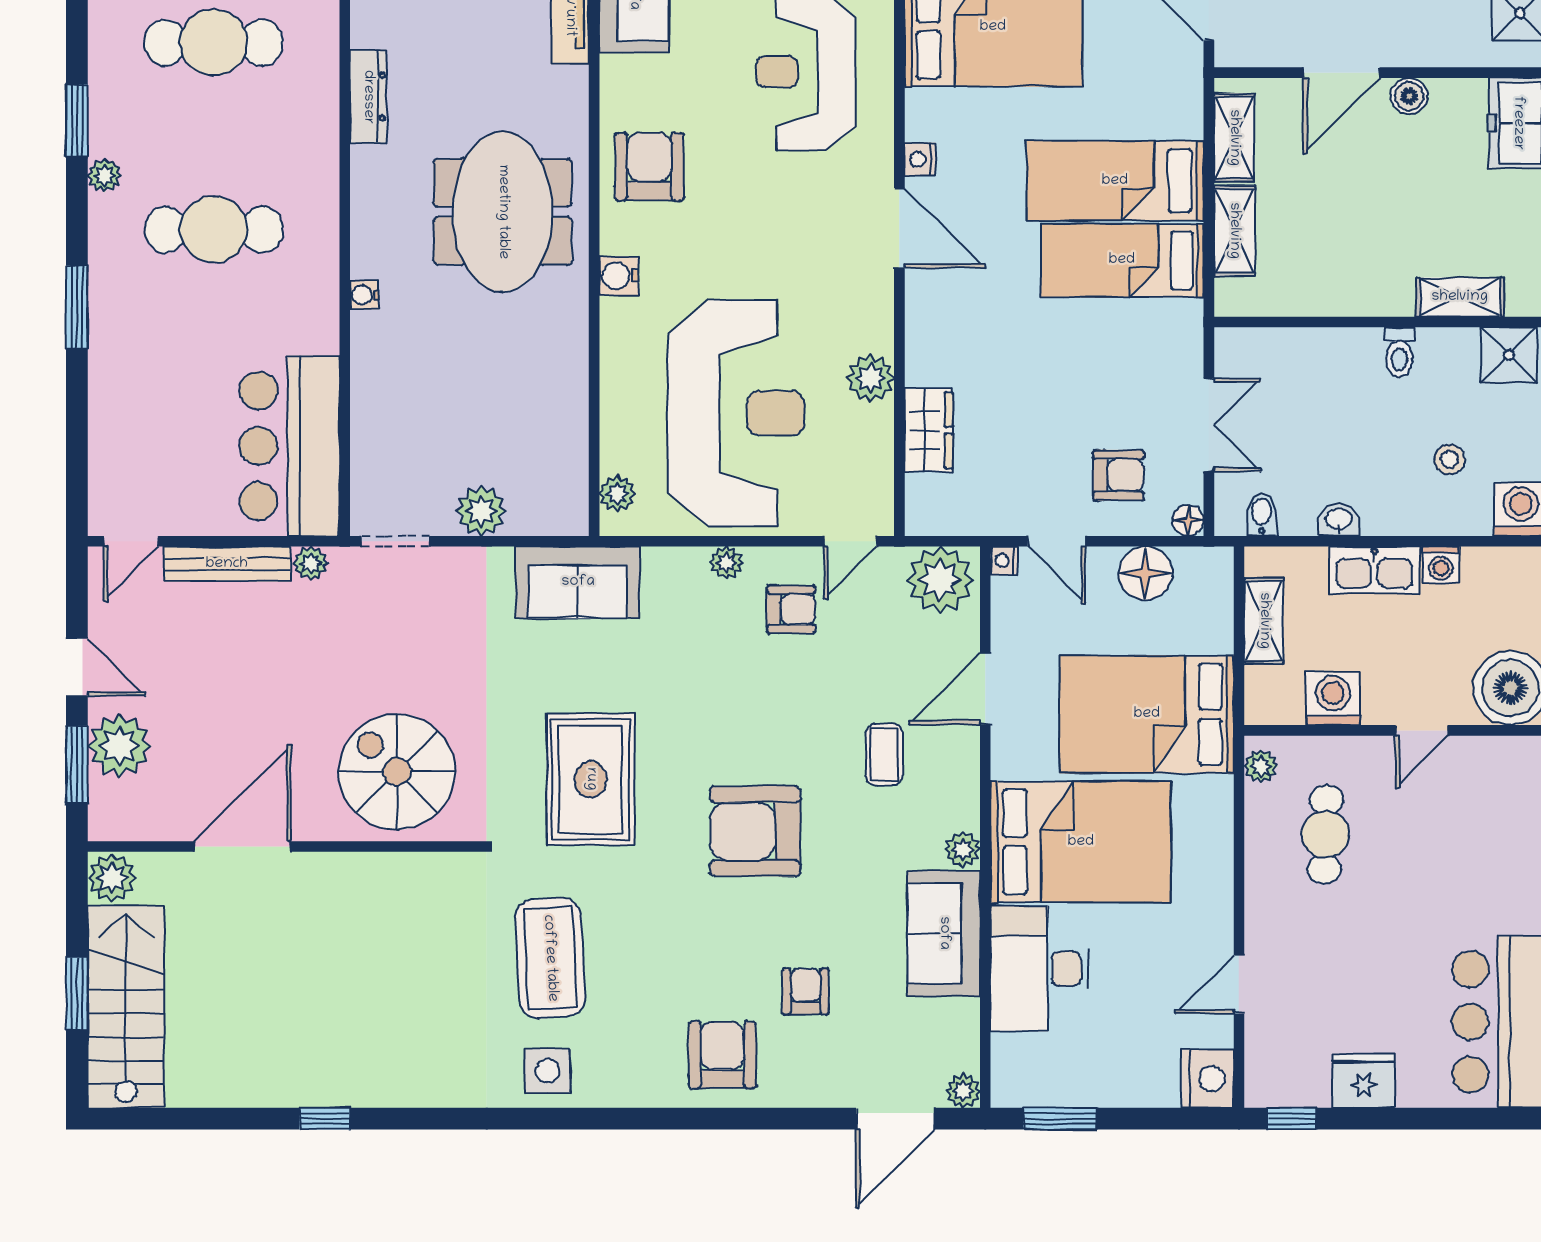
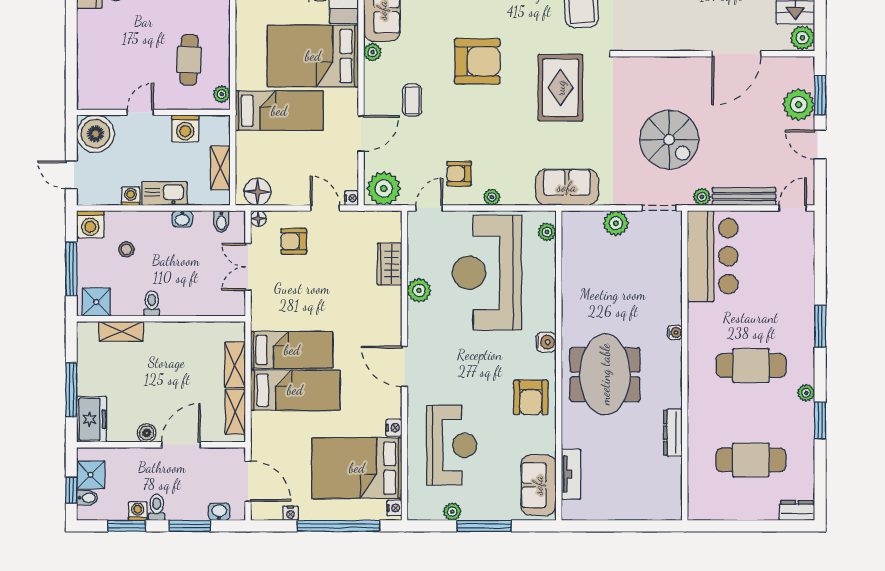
nightstand: (920, 159) -> (394, 428), moved
floor lamp: (1145, 573) -> (257, 192), moved
bed: (1147, 714) -> (279, 111), width x0.67
spiral stairs: (397, 772) -> (669, 140), moved

